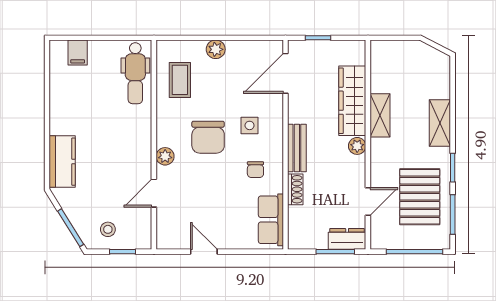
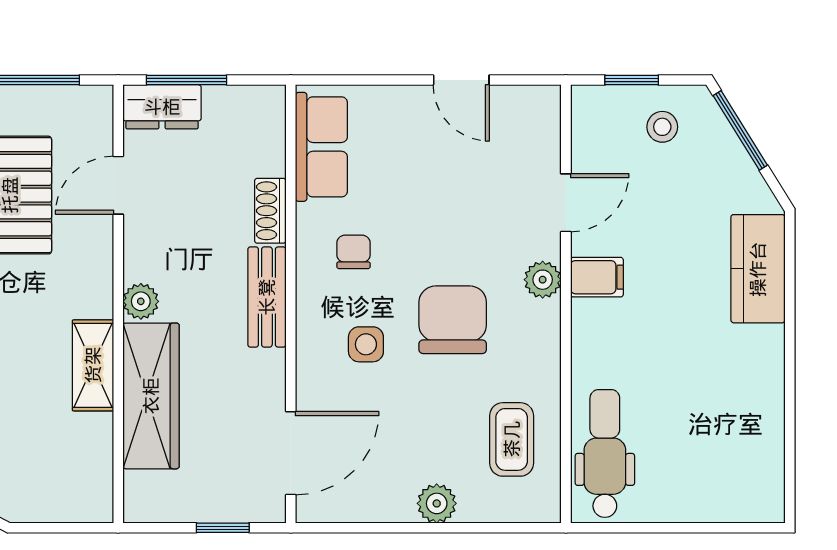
filing cabinet: (78, 53) -> (597, 277), moved, turned 90

